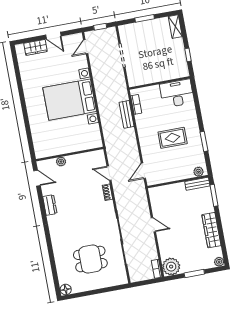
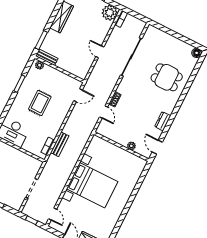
door: (86, 47) -> (53, 214), hinge flipped
rug: (173, 138) -> (40, 103), turned 90
dining table: (90, 259) -> (167, 77), moved

